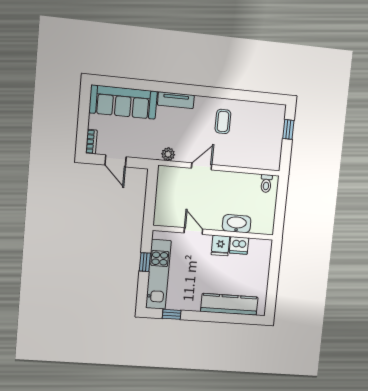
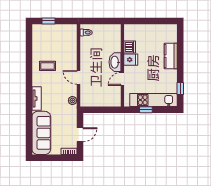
washbasin: (237, 224) -> (115, 62), moved
kitchen counter: (229, 304) -> (171, 56), width x0.67

